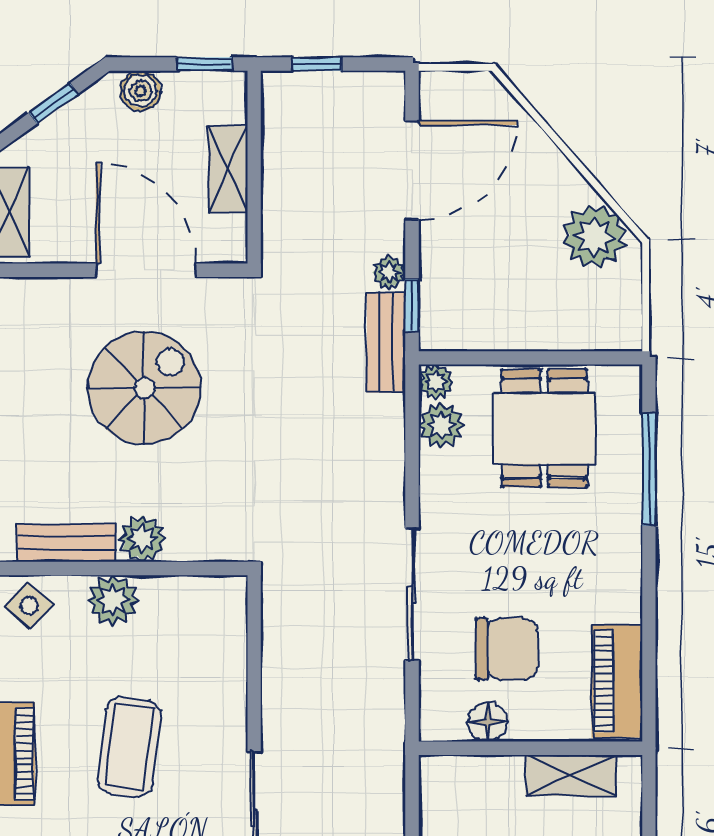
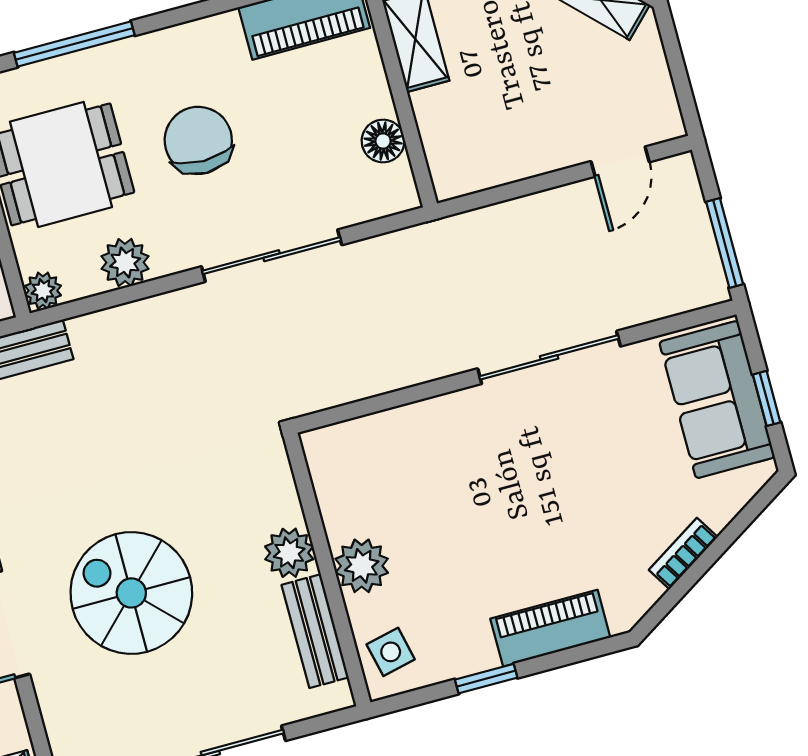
plant: (441, 425) -> (125, 263), moved
side table: (29, 605) -> (391, 652), turned 35
chair: (506, 649) -> (198, 140), moved
coffee table: (129, 747) -> (510, 508), removed

